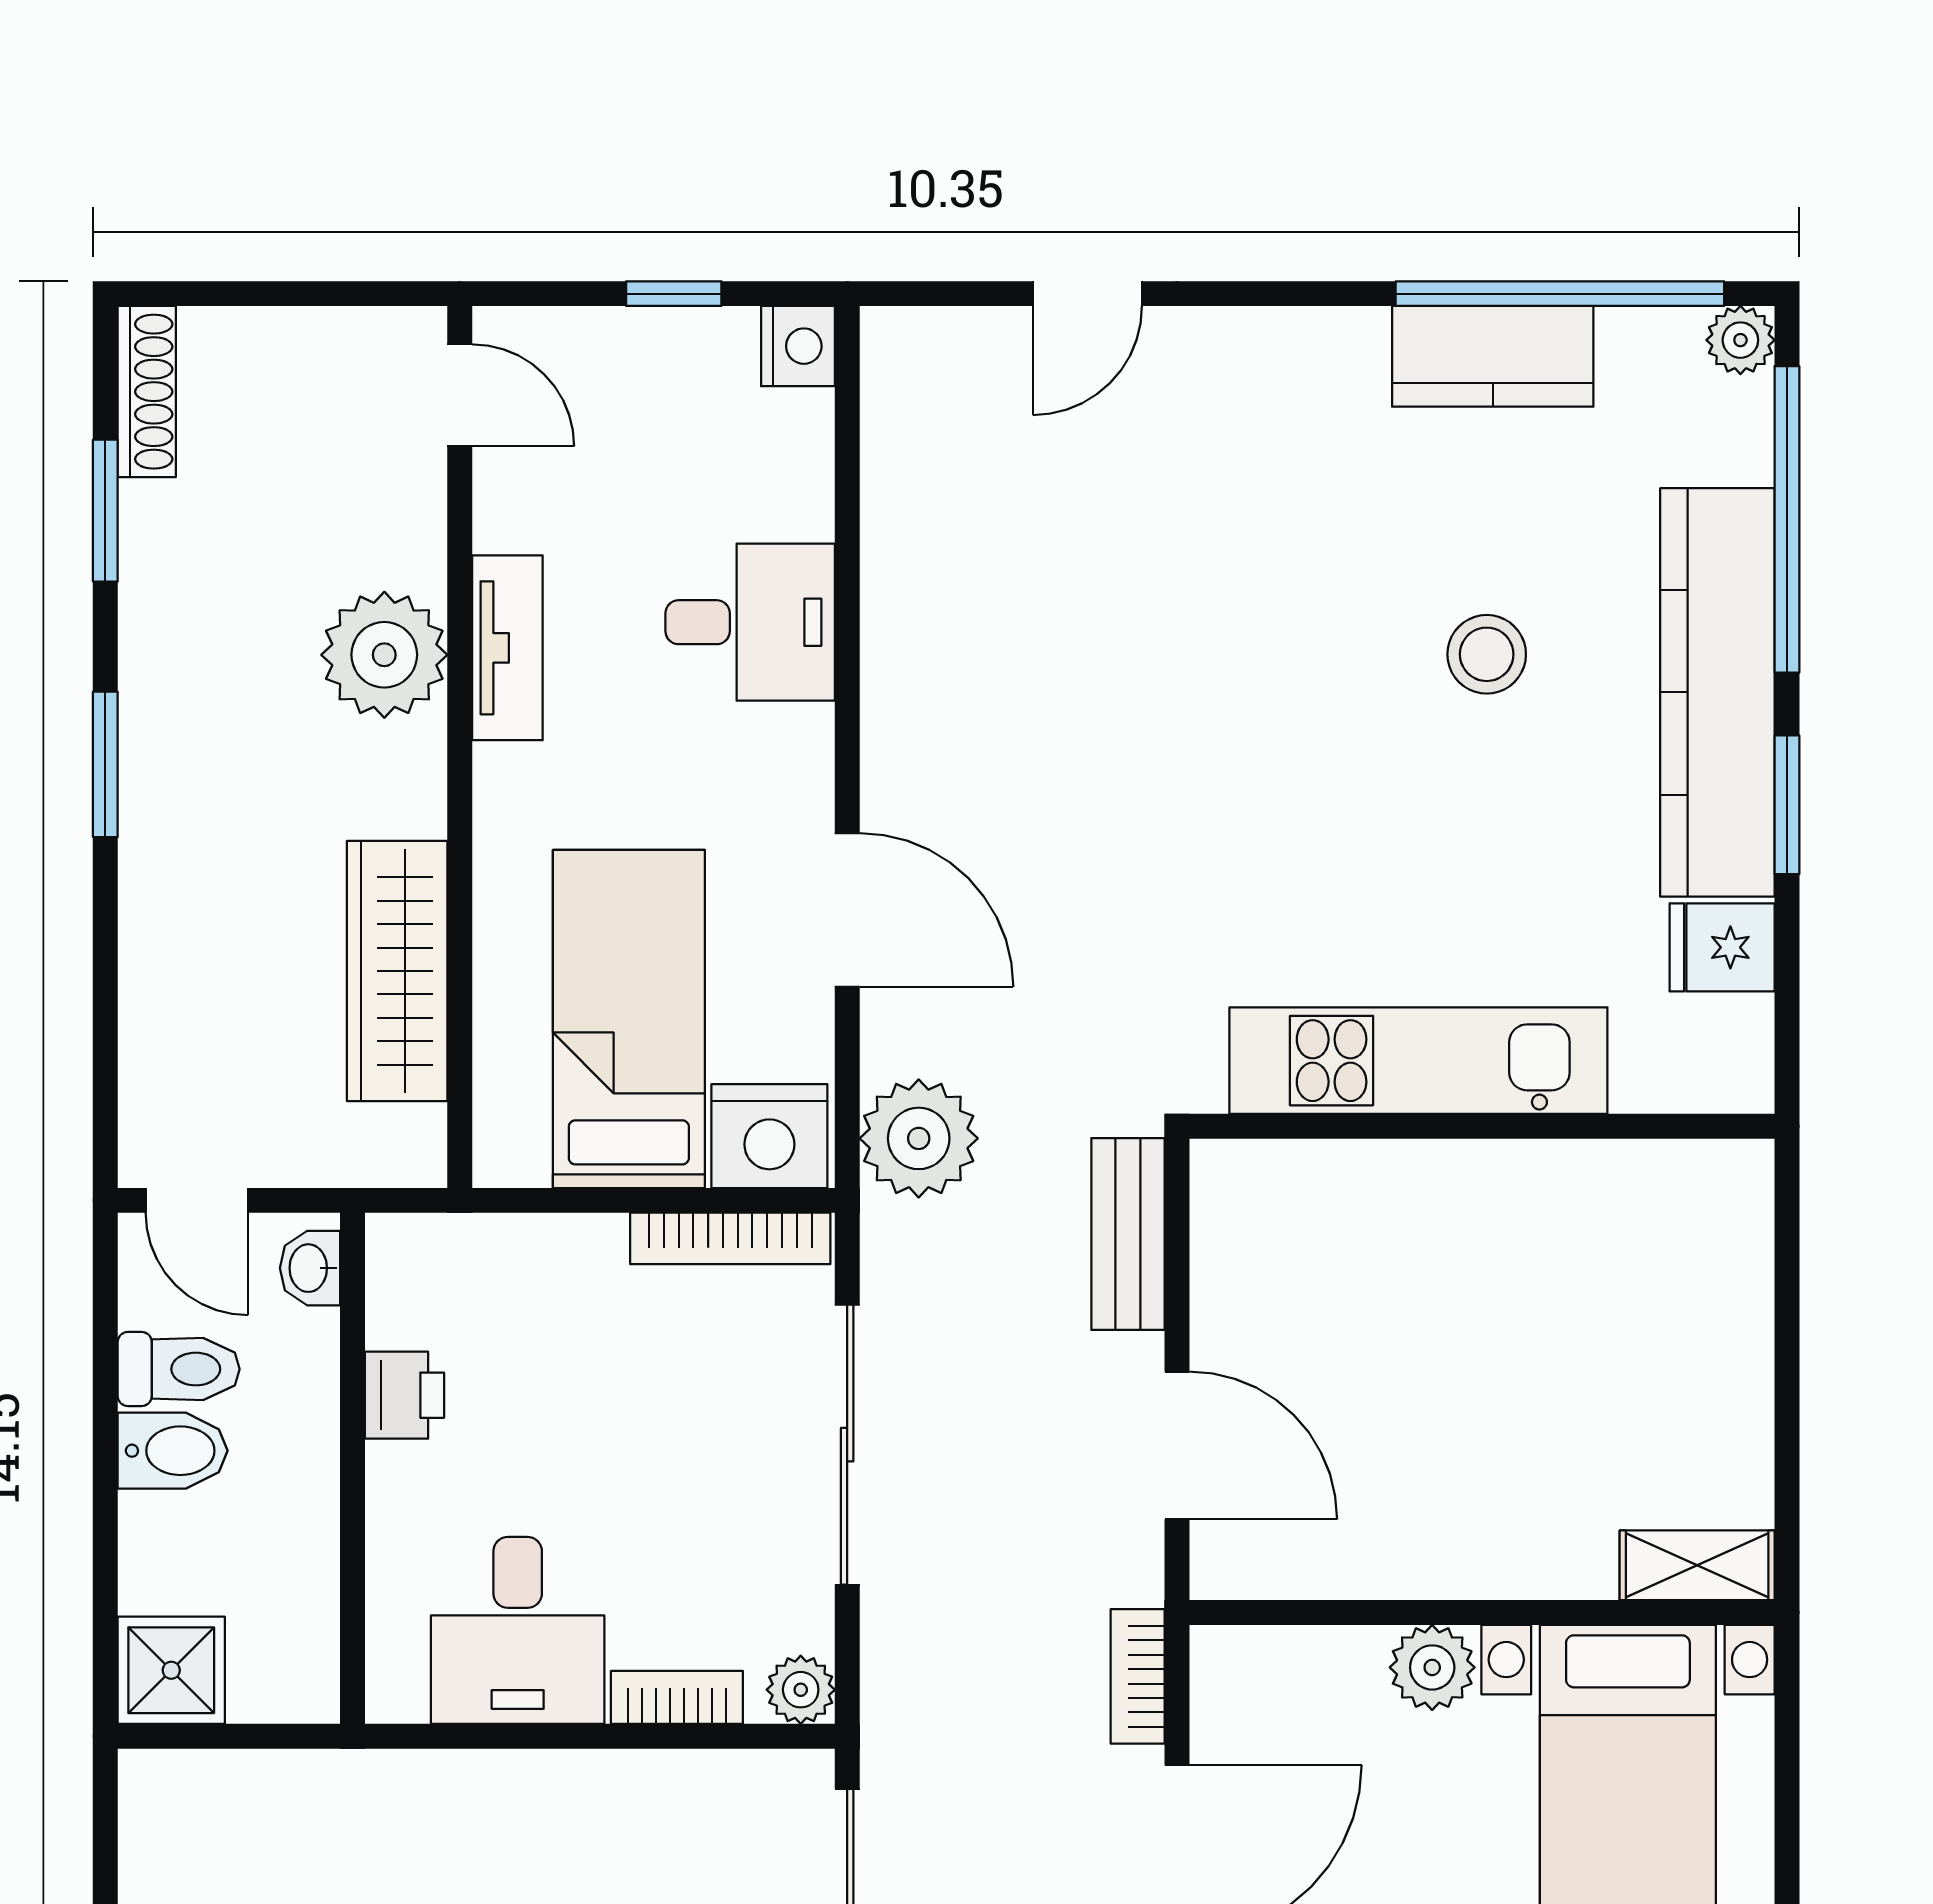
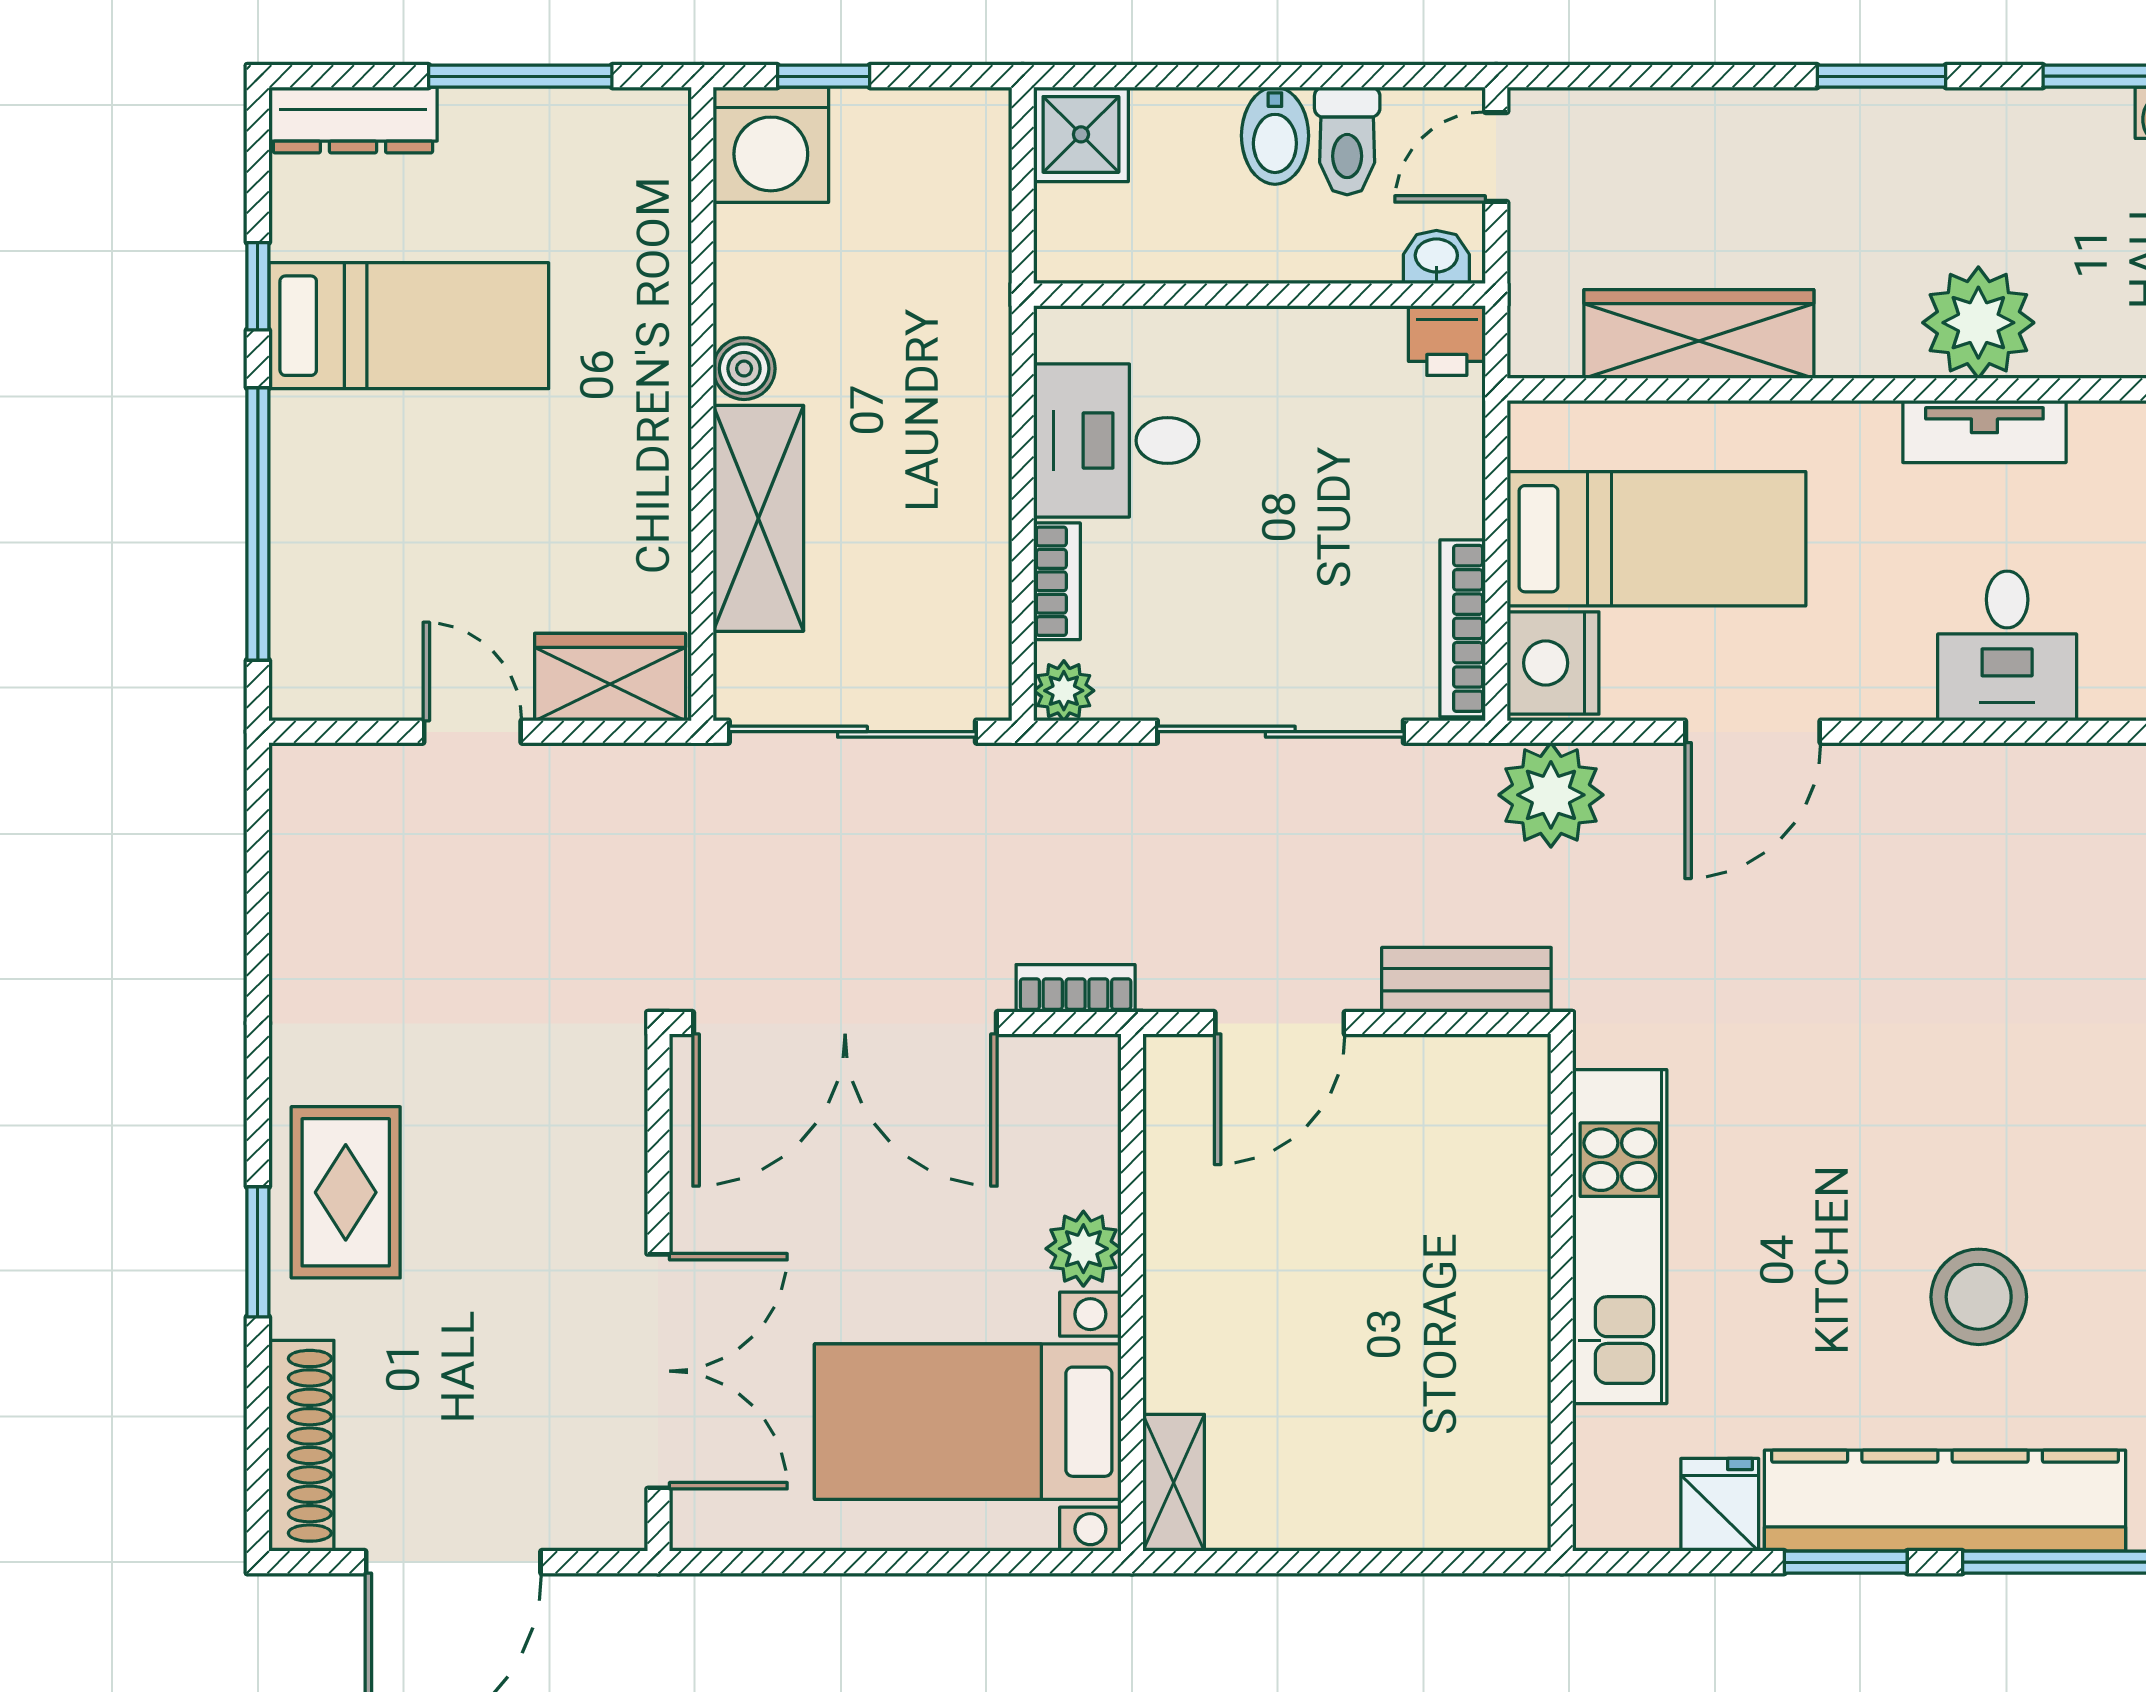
stool: (1487, 654) -> (1979, 1297), width x1.38, depth x1.38
printer: (404, 1395) -> (1447, 340), moved

